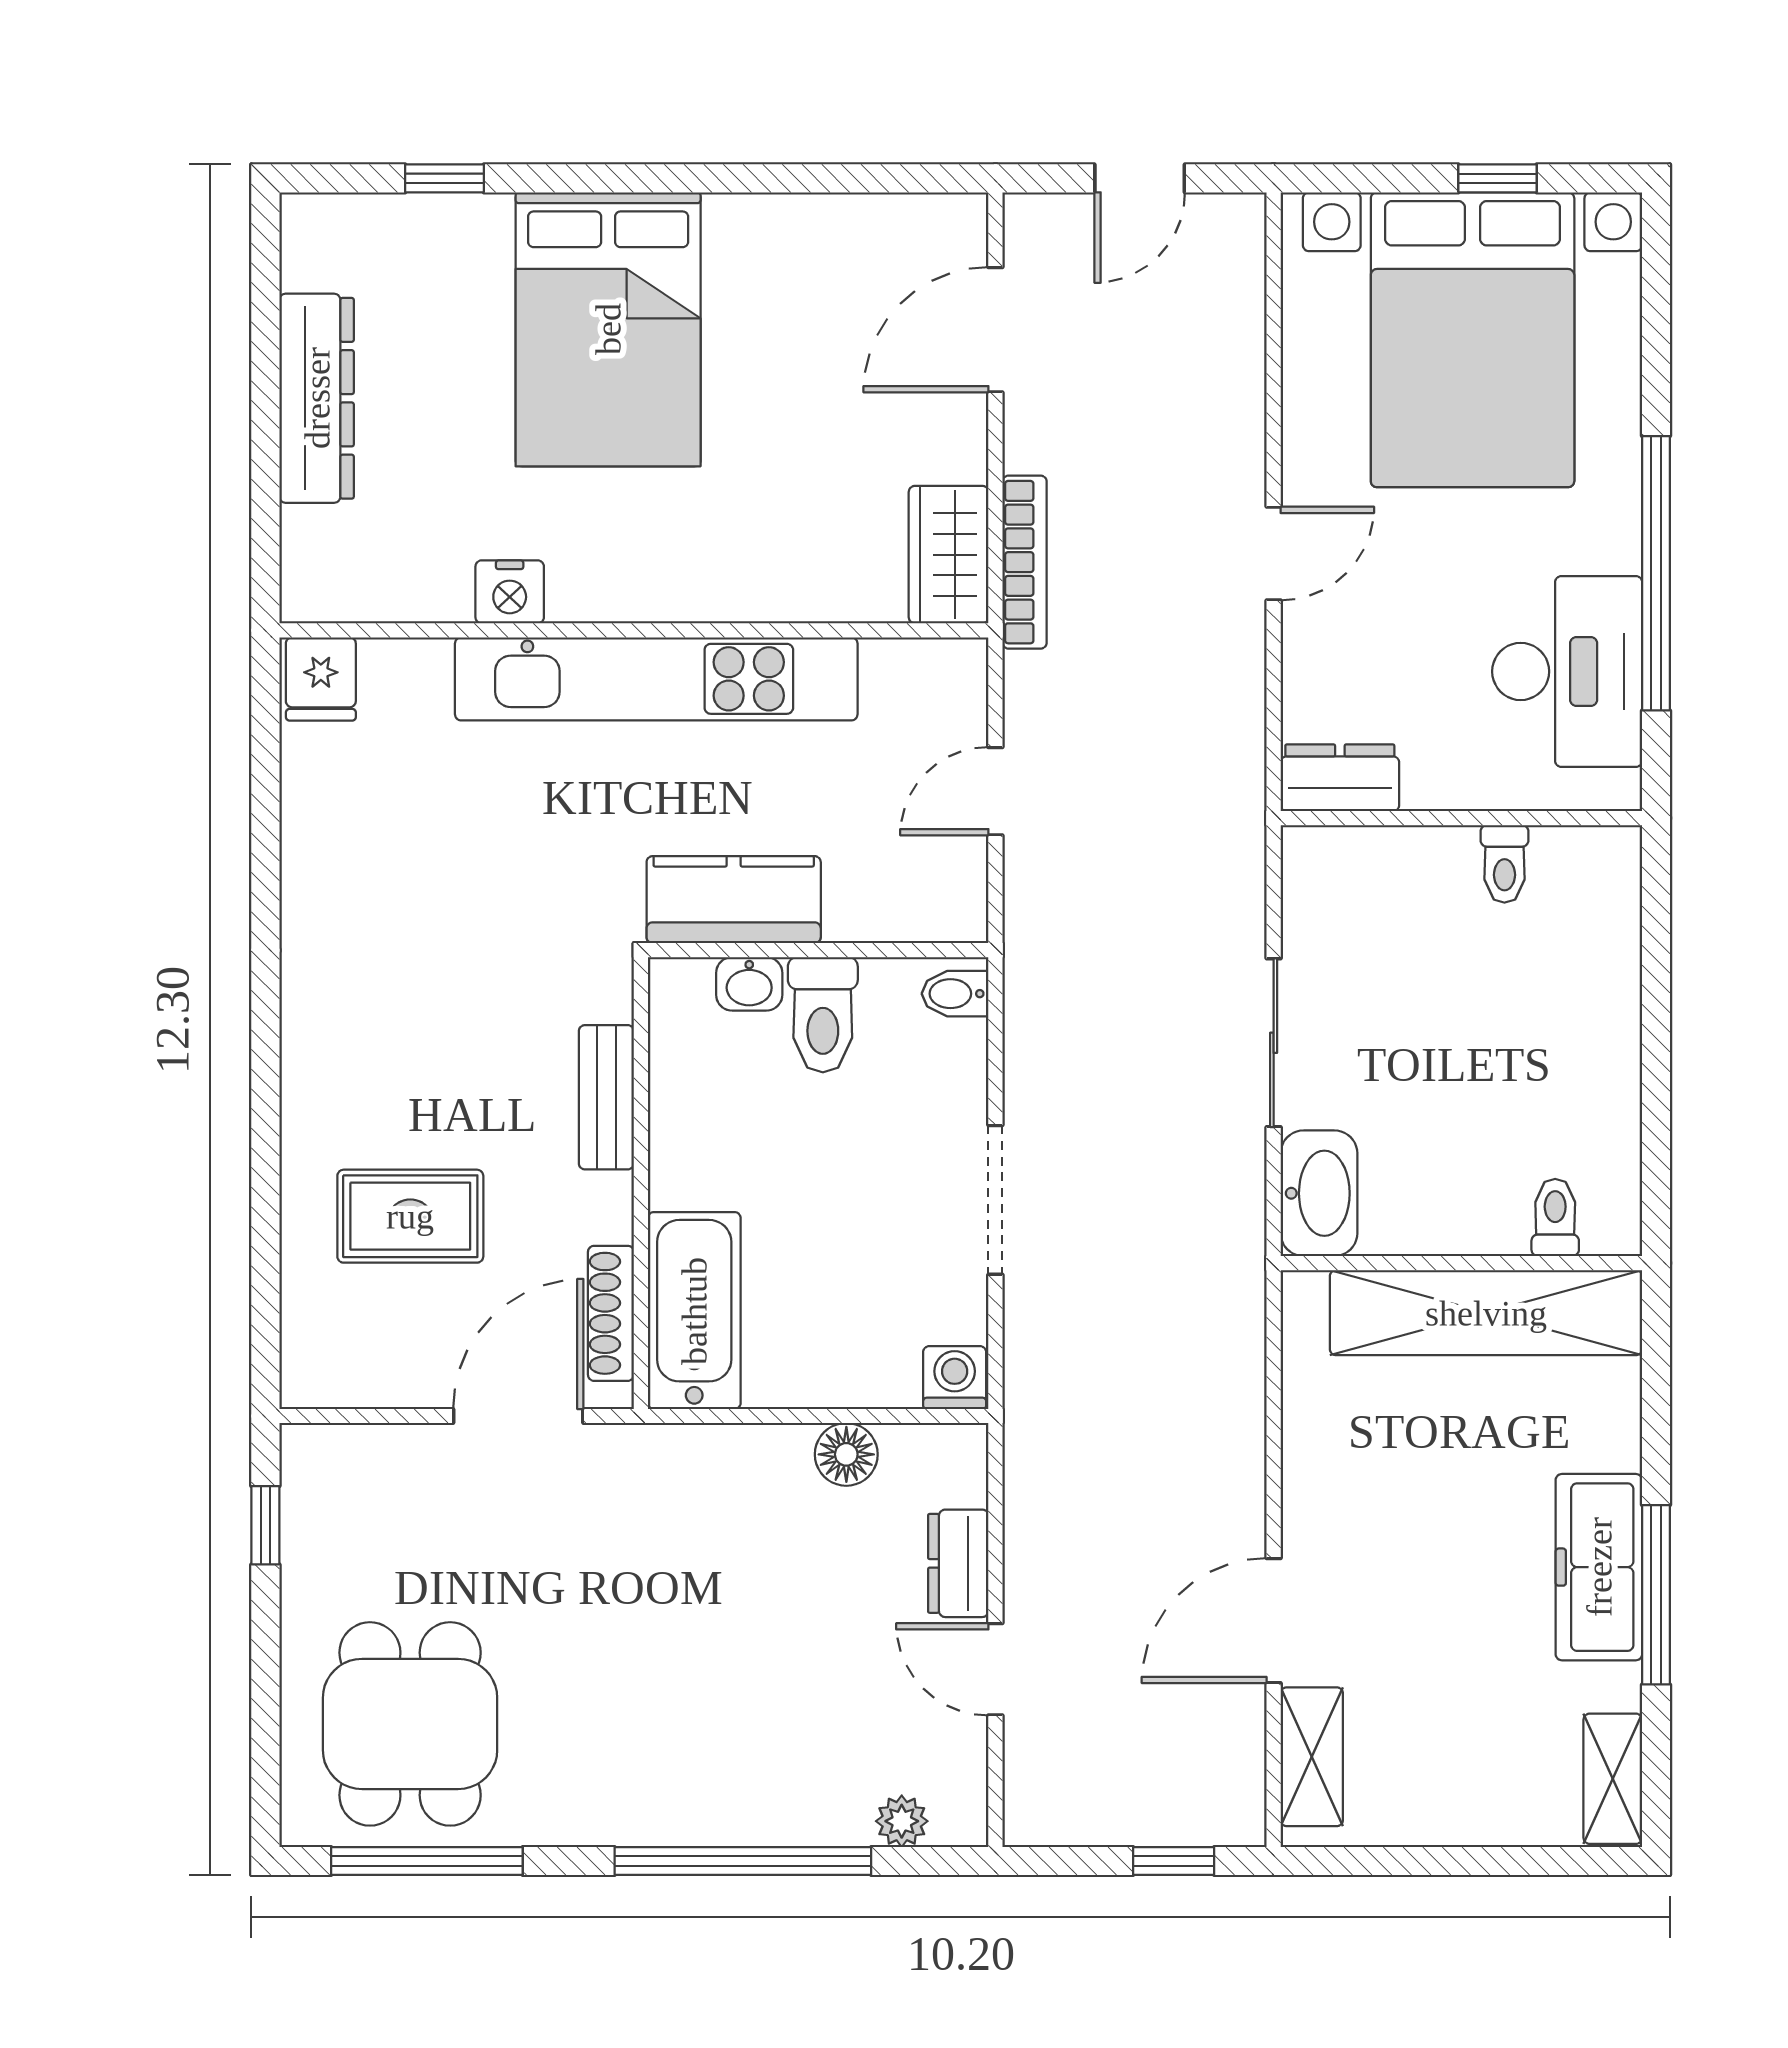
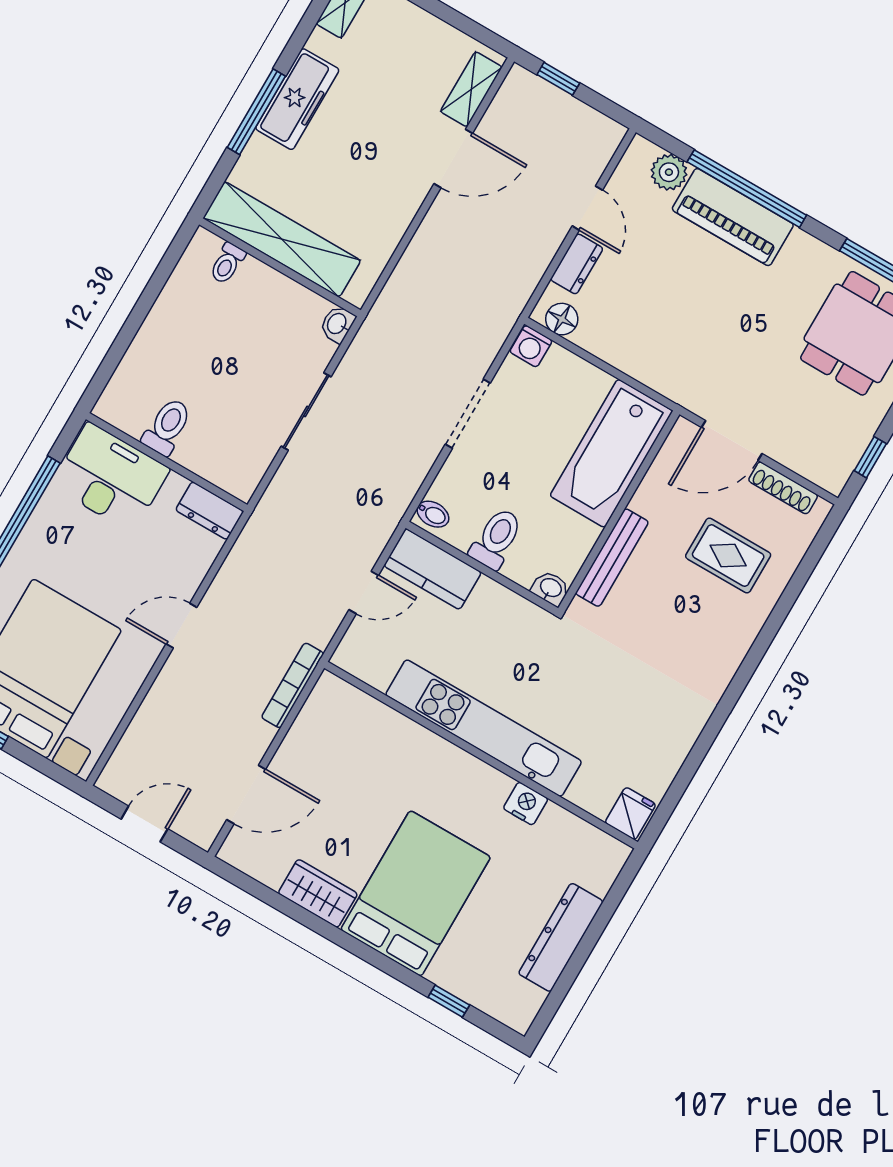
wardrobe: (949, 555) -> (318, 893), moved, turned -90
desk: (1567, 671) -> (110, 477), moved, turned 90
toilet: (1504, 864) -> (167, 427), width x1.37, depth x1.39
kitchen counter: (734, 900) -> (433, 569), moved
washbasin: (749, 984) -> (550, 588), moved
bench: (606, 1097) -> (612, 558), width x1.36
washbasin: (1319, 1193) -> (337, 324), width x0.52, depth x0.69
bathtub: (694, 1311) -> (611, 453), width x1.36, depth x1.36
shoe rack: (611, 1313) -> (783, 488), moved, turned 90
floor lamp: (846, 1454) -> (562, 319), moved
window: (1656, 1595) -> (256, 112), moved
piano: (739, 1798) -> (733, 217), added
plant: (902, 1821) -> (669, 172), width x1.38, depth x1.38

